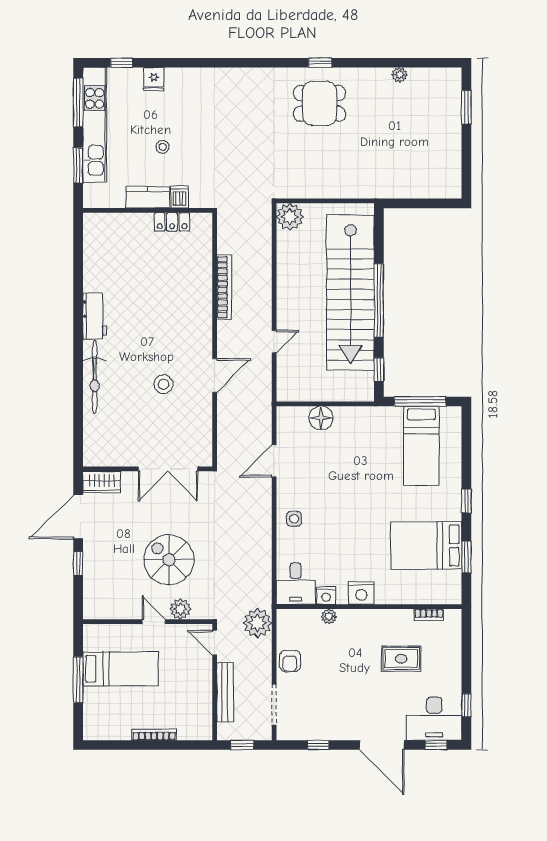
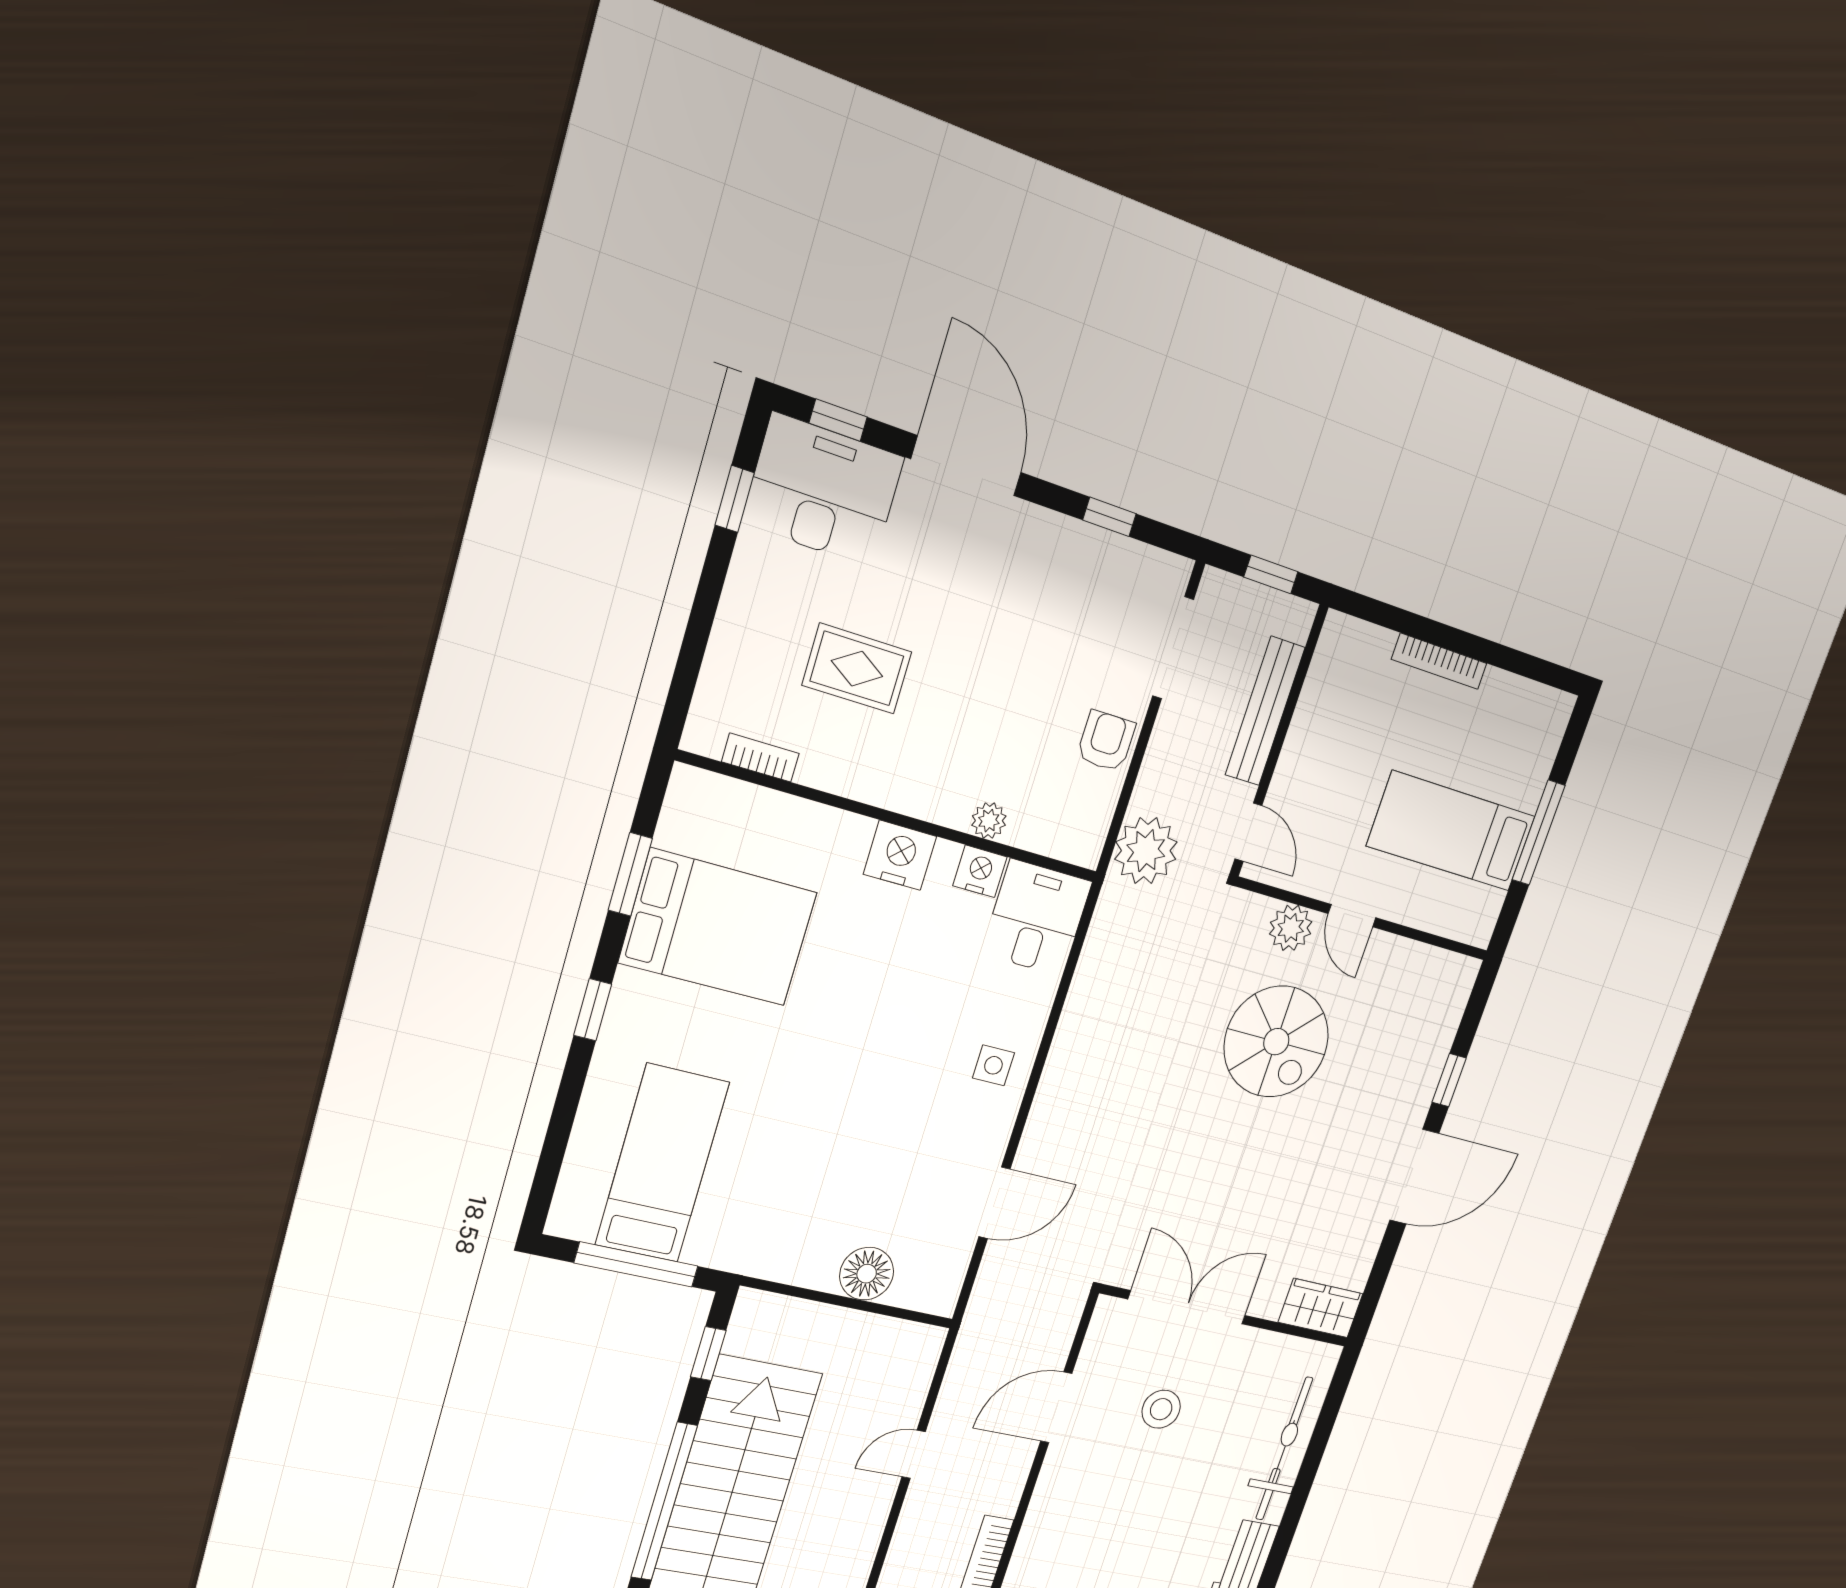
wall: (148, 469) -> (1226, 1316), moved
double door: (168, 469) -> (1187, 1307), moved
wardrobe: (102, 482) -> (1321, 1308), moved

